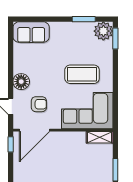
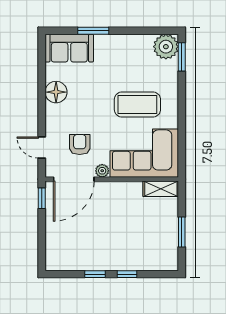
window: (84, 19) -> (93, 31), moved
floor lamp: (21, 82) -> (56, 92), moved
armchair: (39, 104) -> (80, 145), turned -90
plant: (56, 124) -> (102, 171), added

